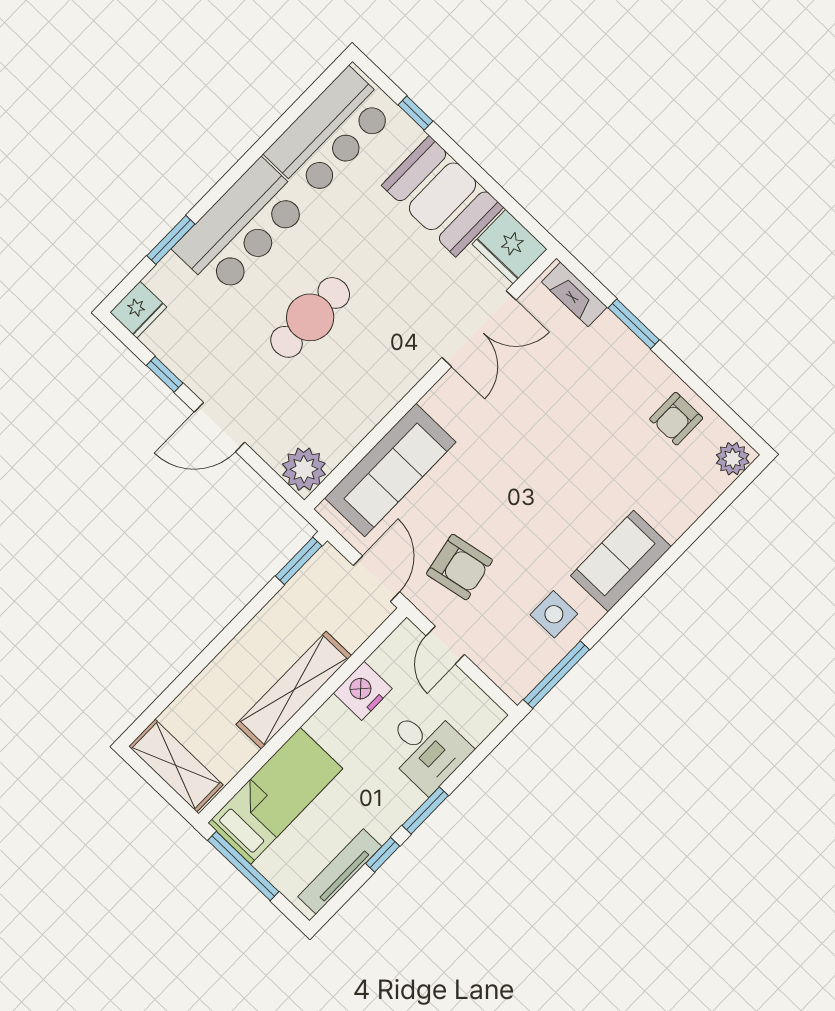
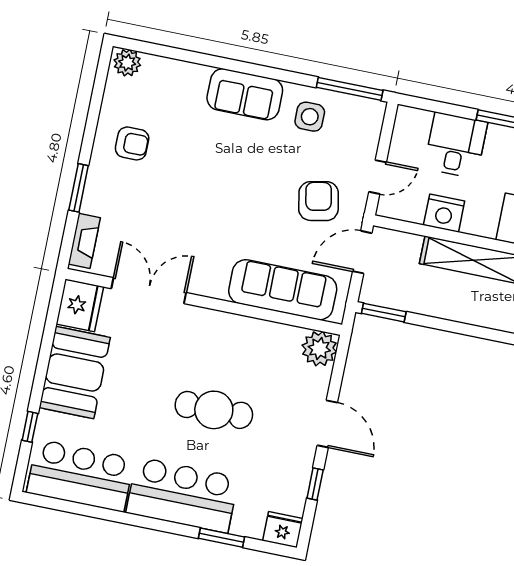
armchair: (676, 419) -> (132, 143), moved

